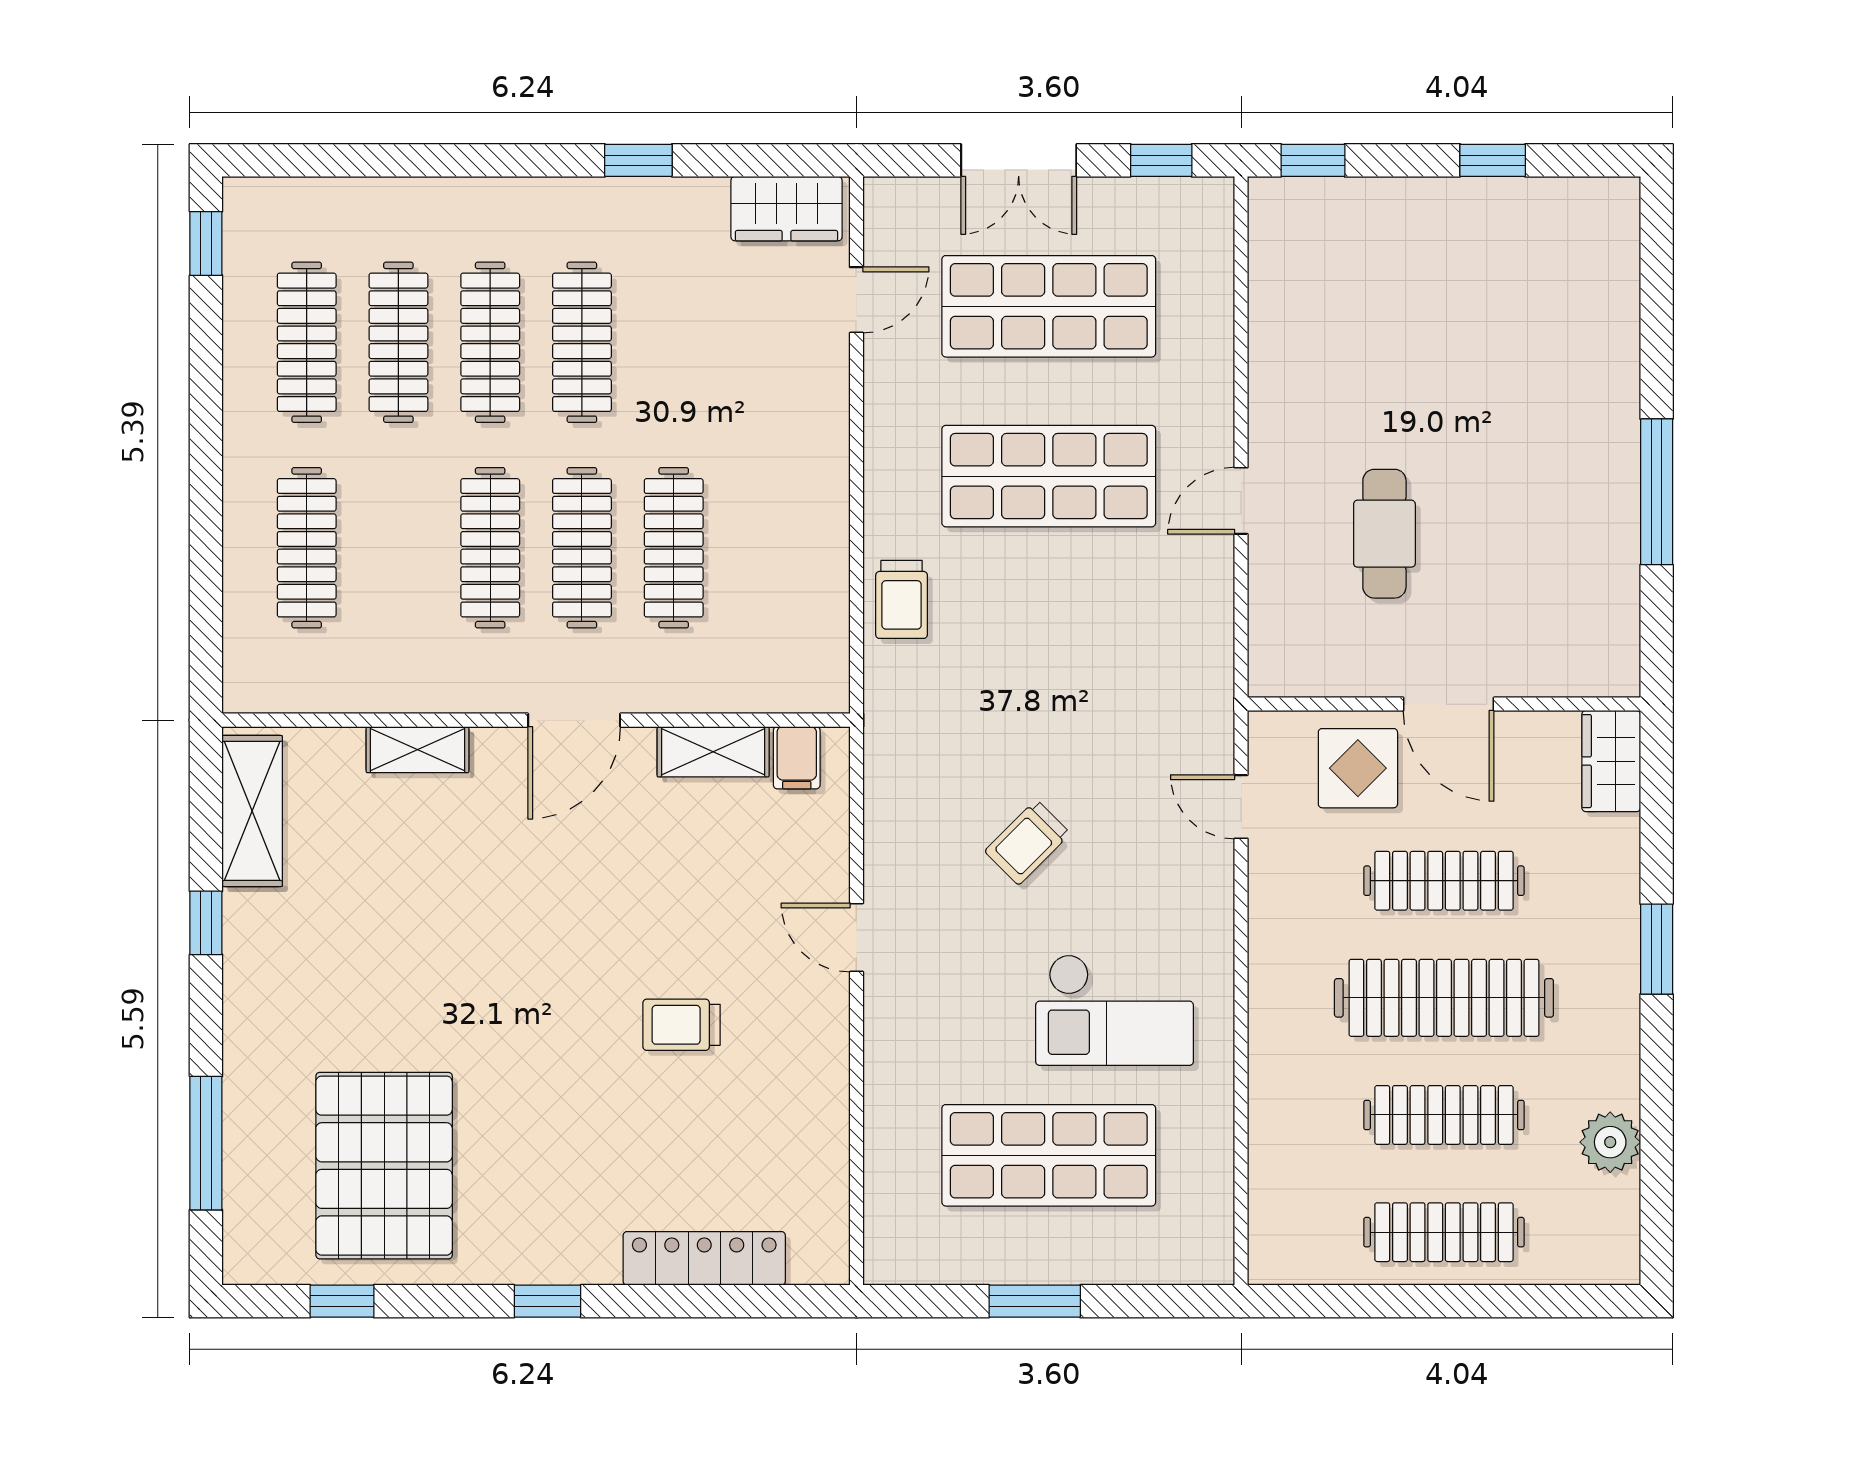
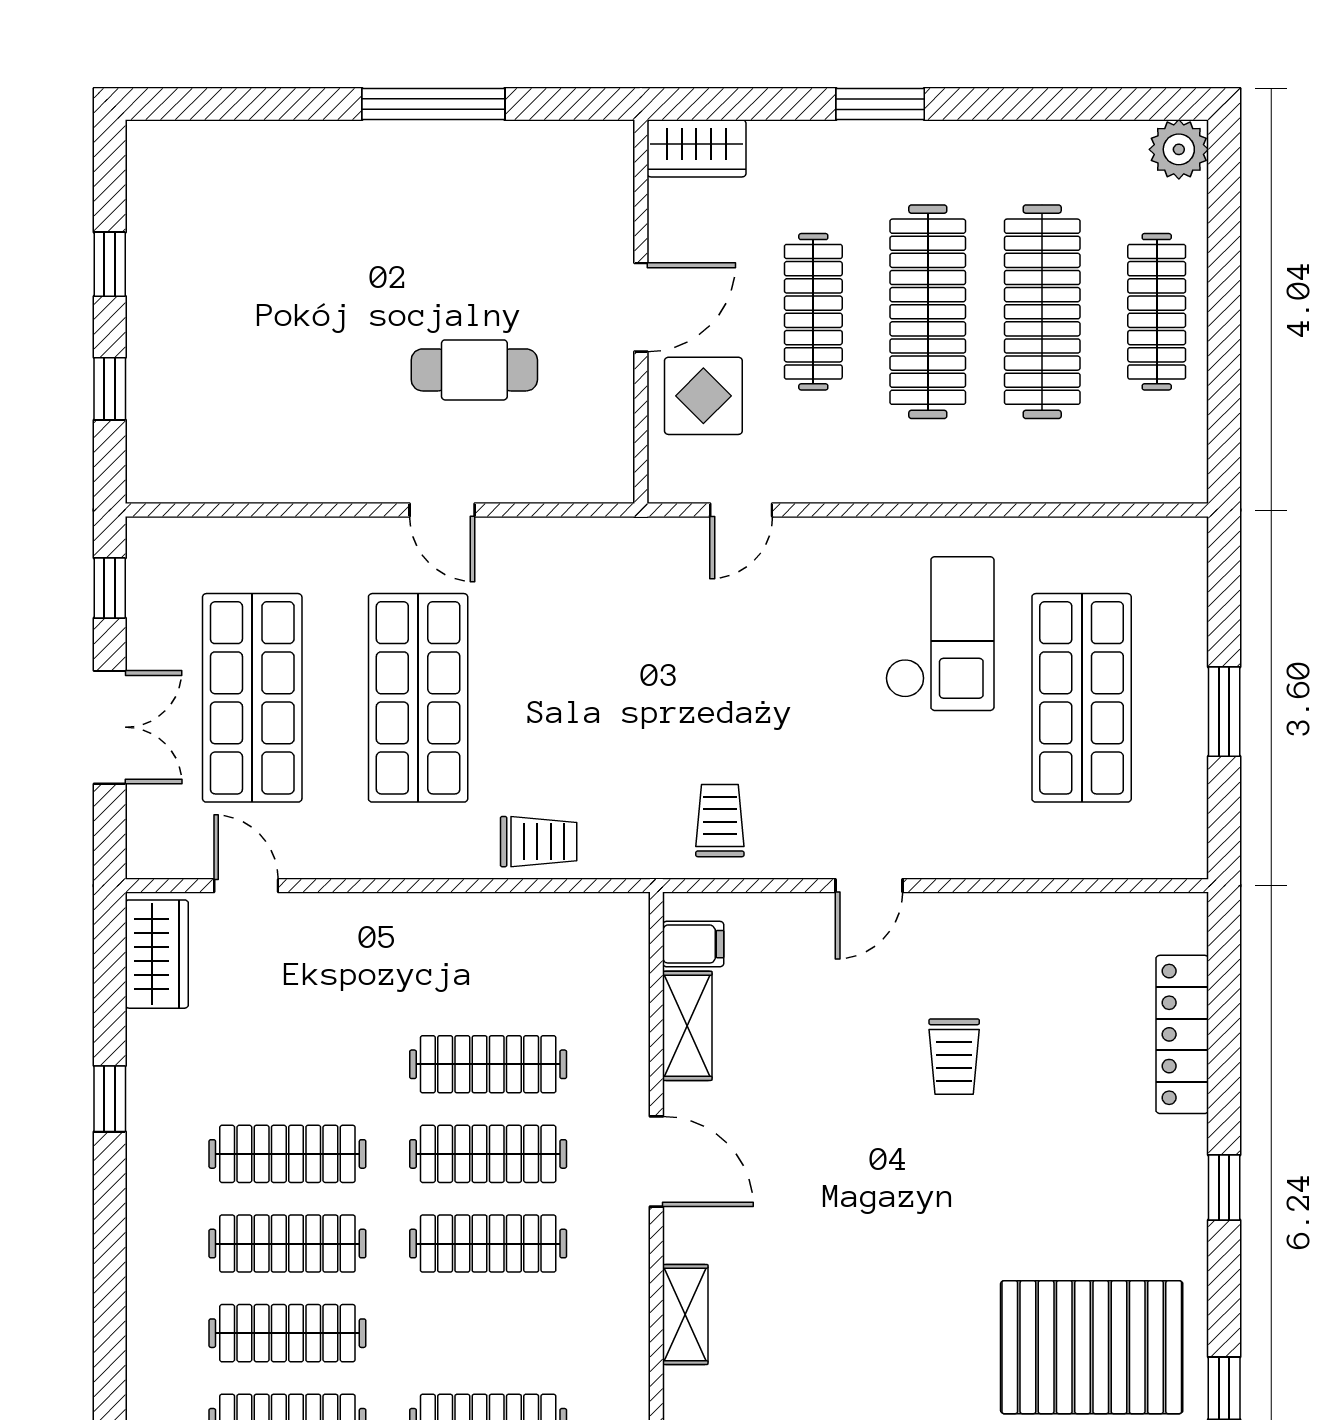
window: (1313, 160) -> (110, 389), moved
trolley: (1027, 842) -> (720, 821), moved, turned -135
clothes rail: (1444, 1115) -> (1042, 312), width x1.37, depth x1.31
plant: (1610, 1142) -> (1179, 149), moved

